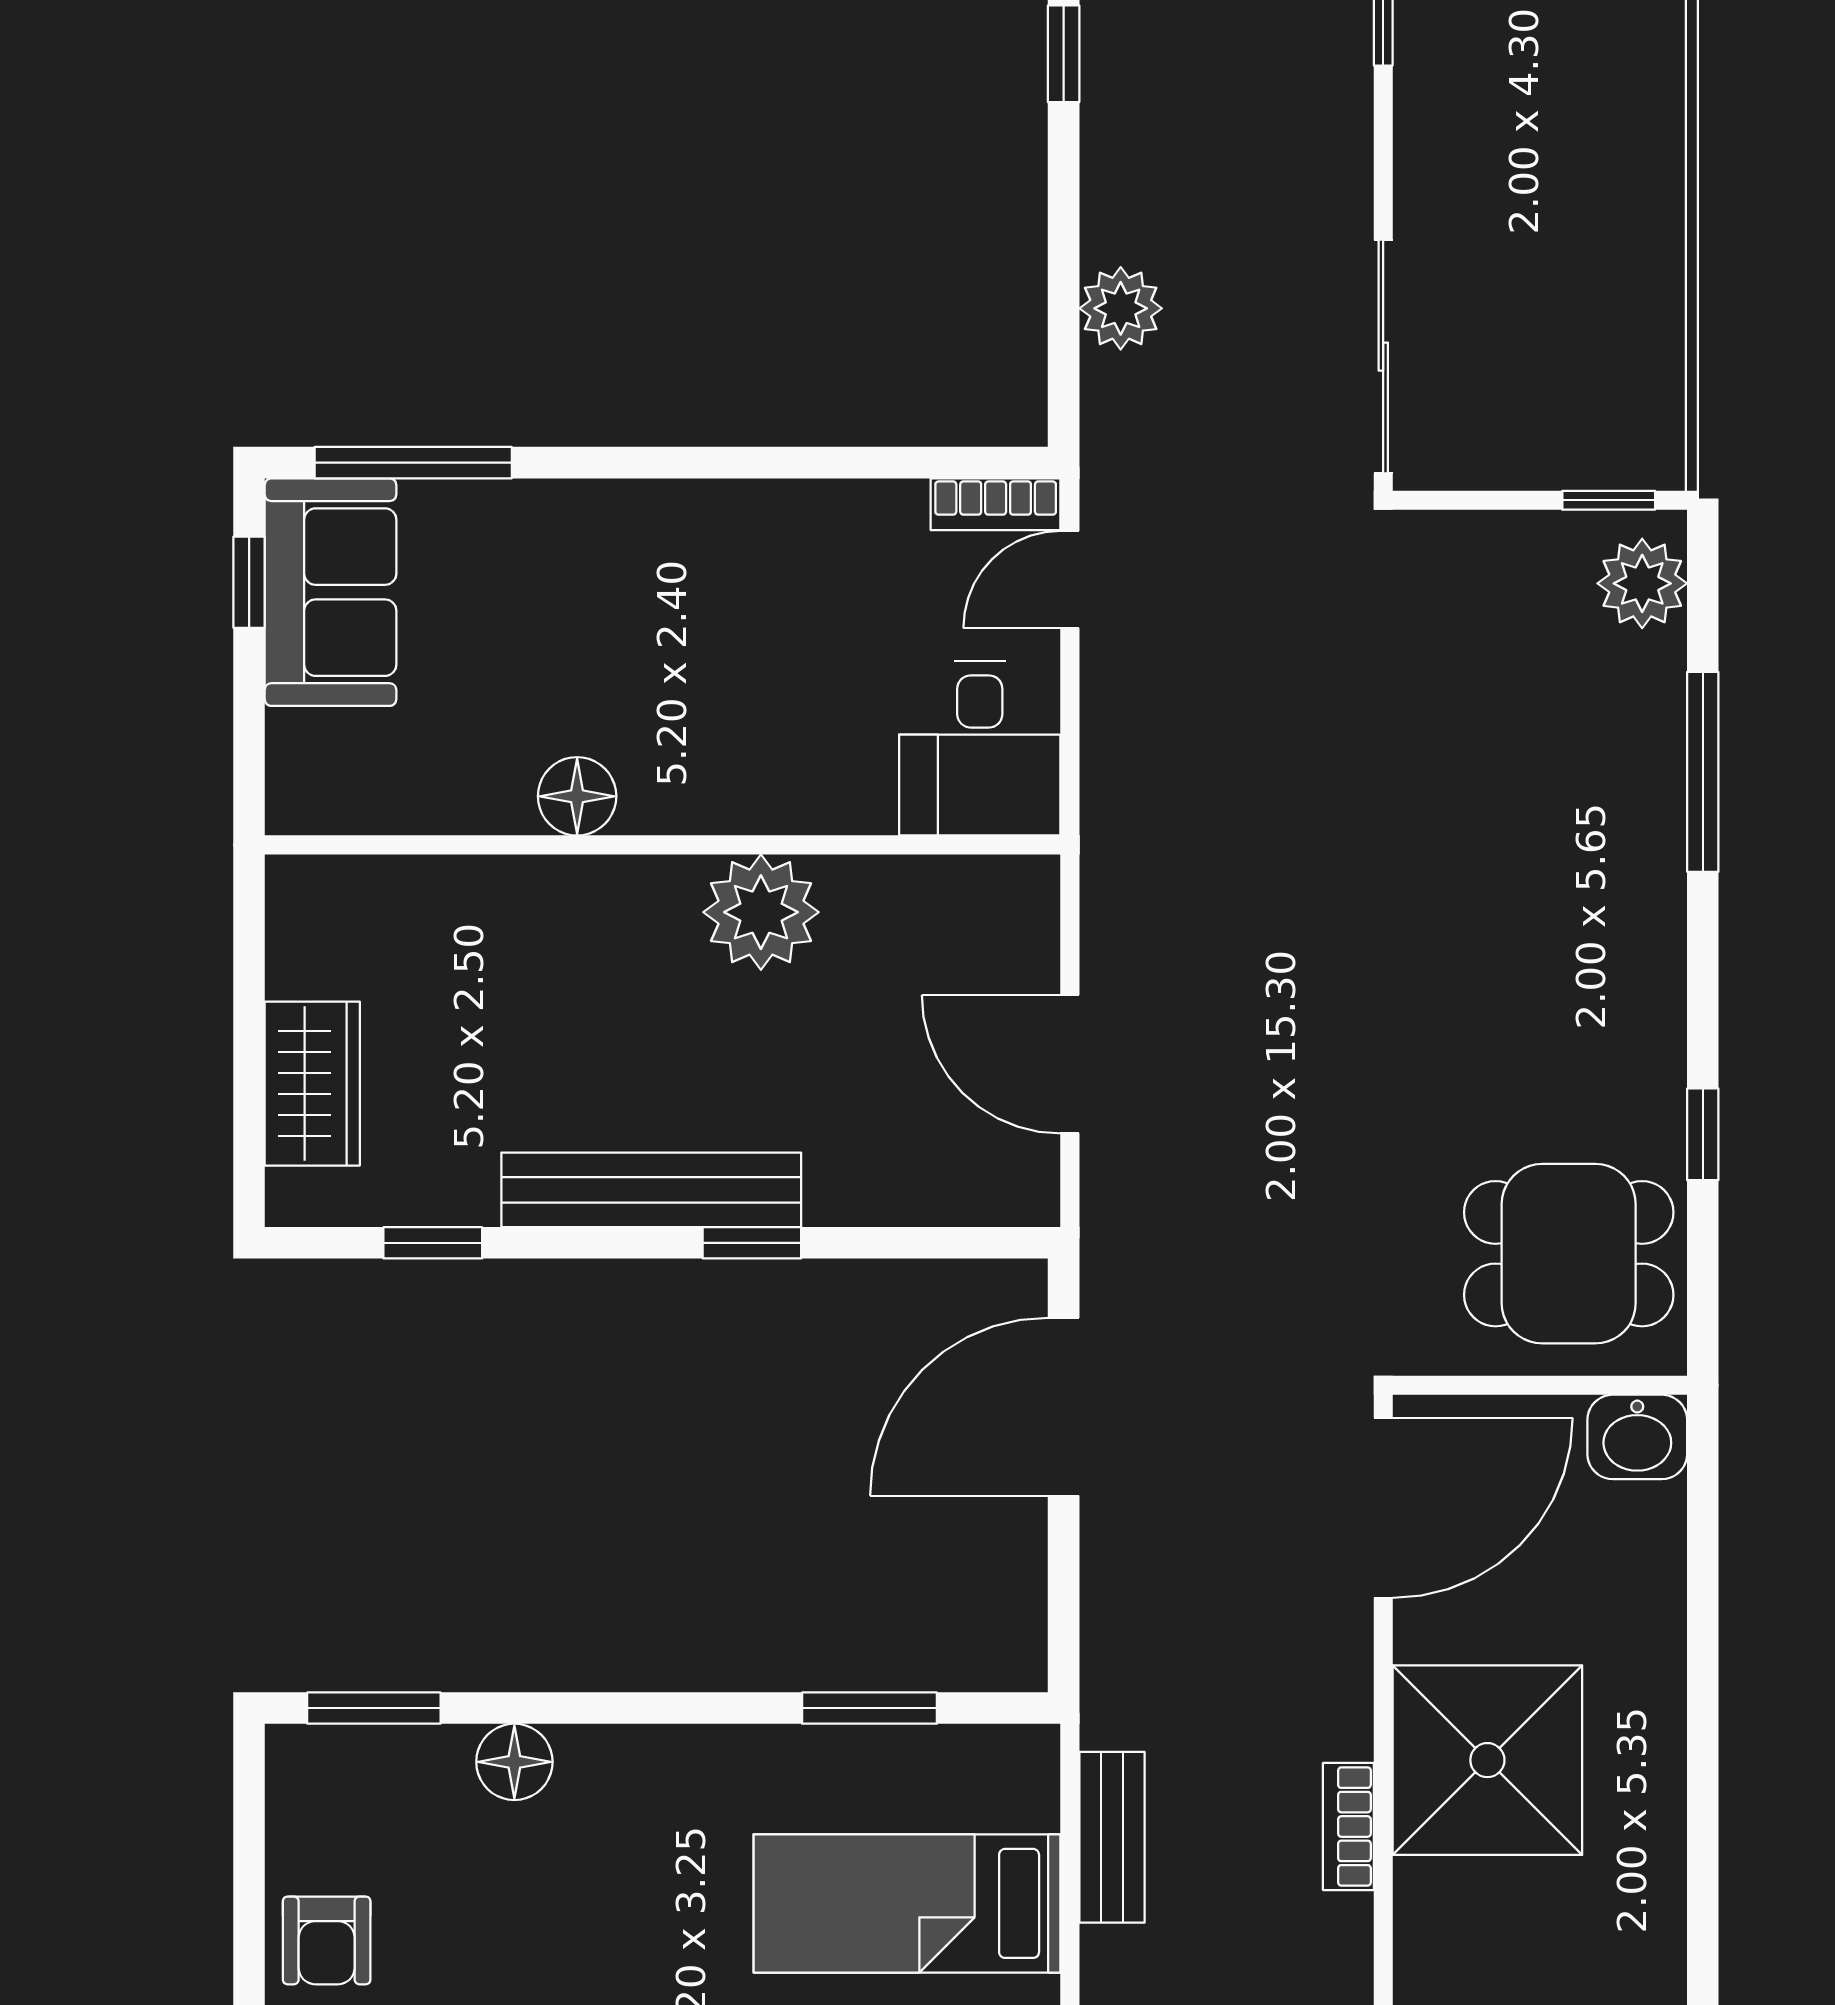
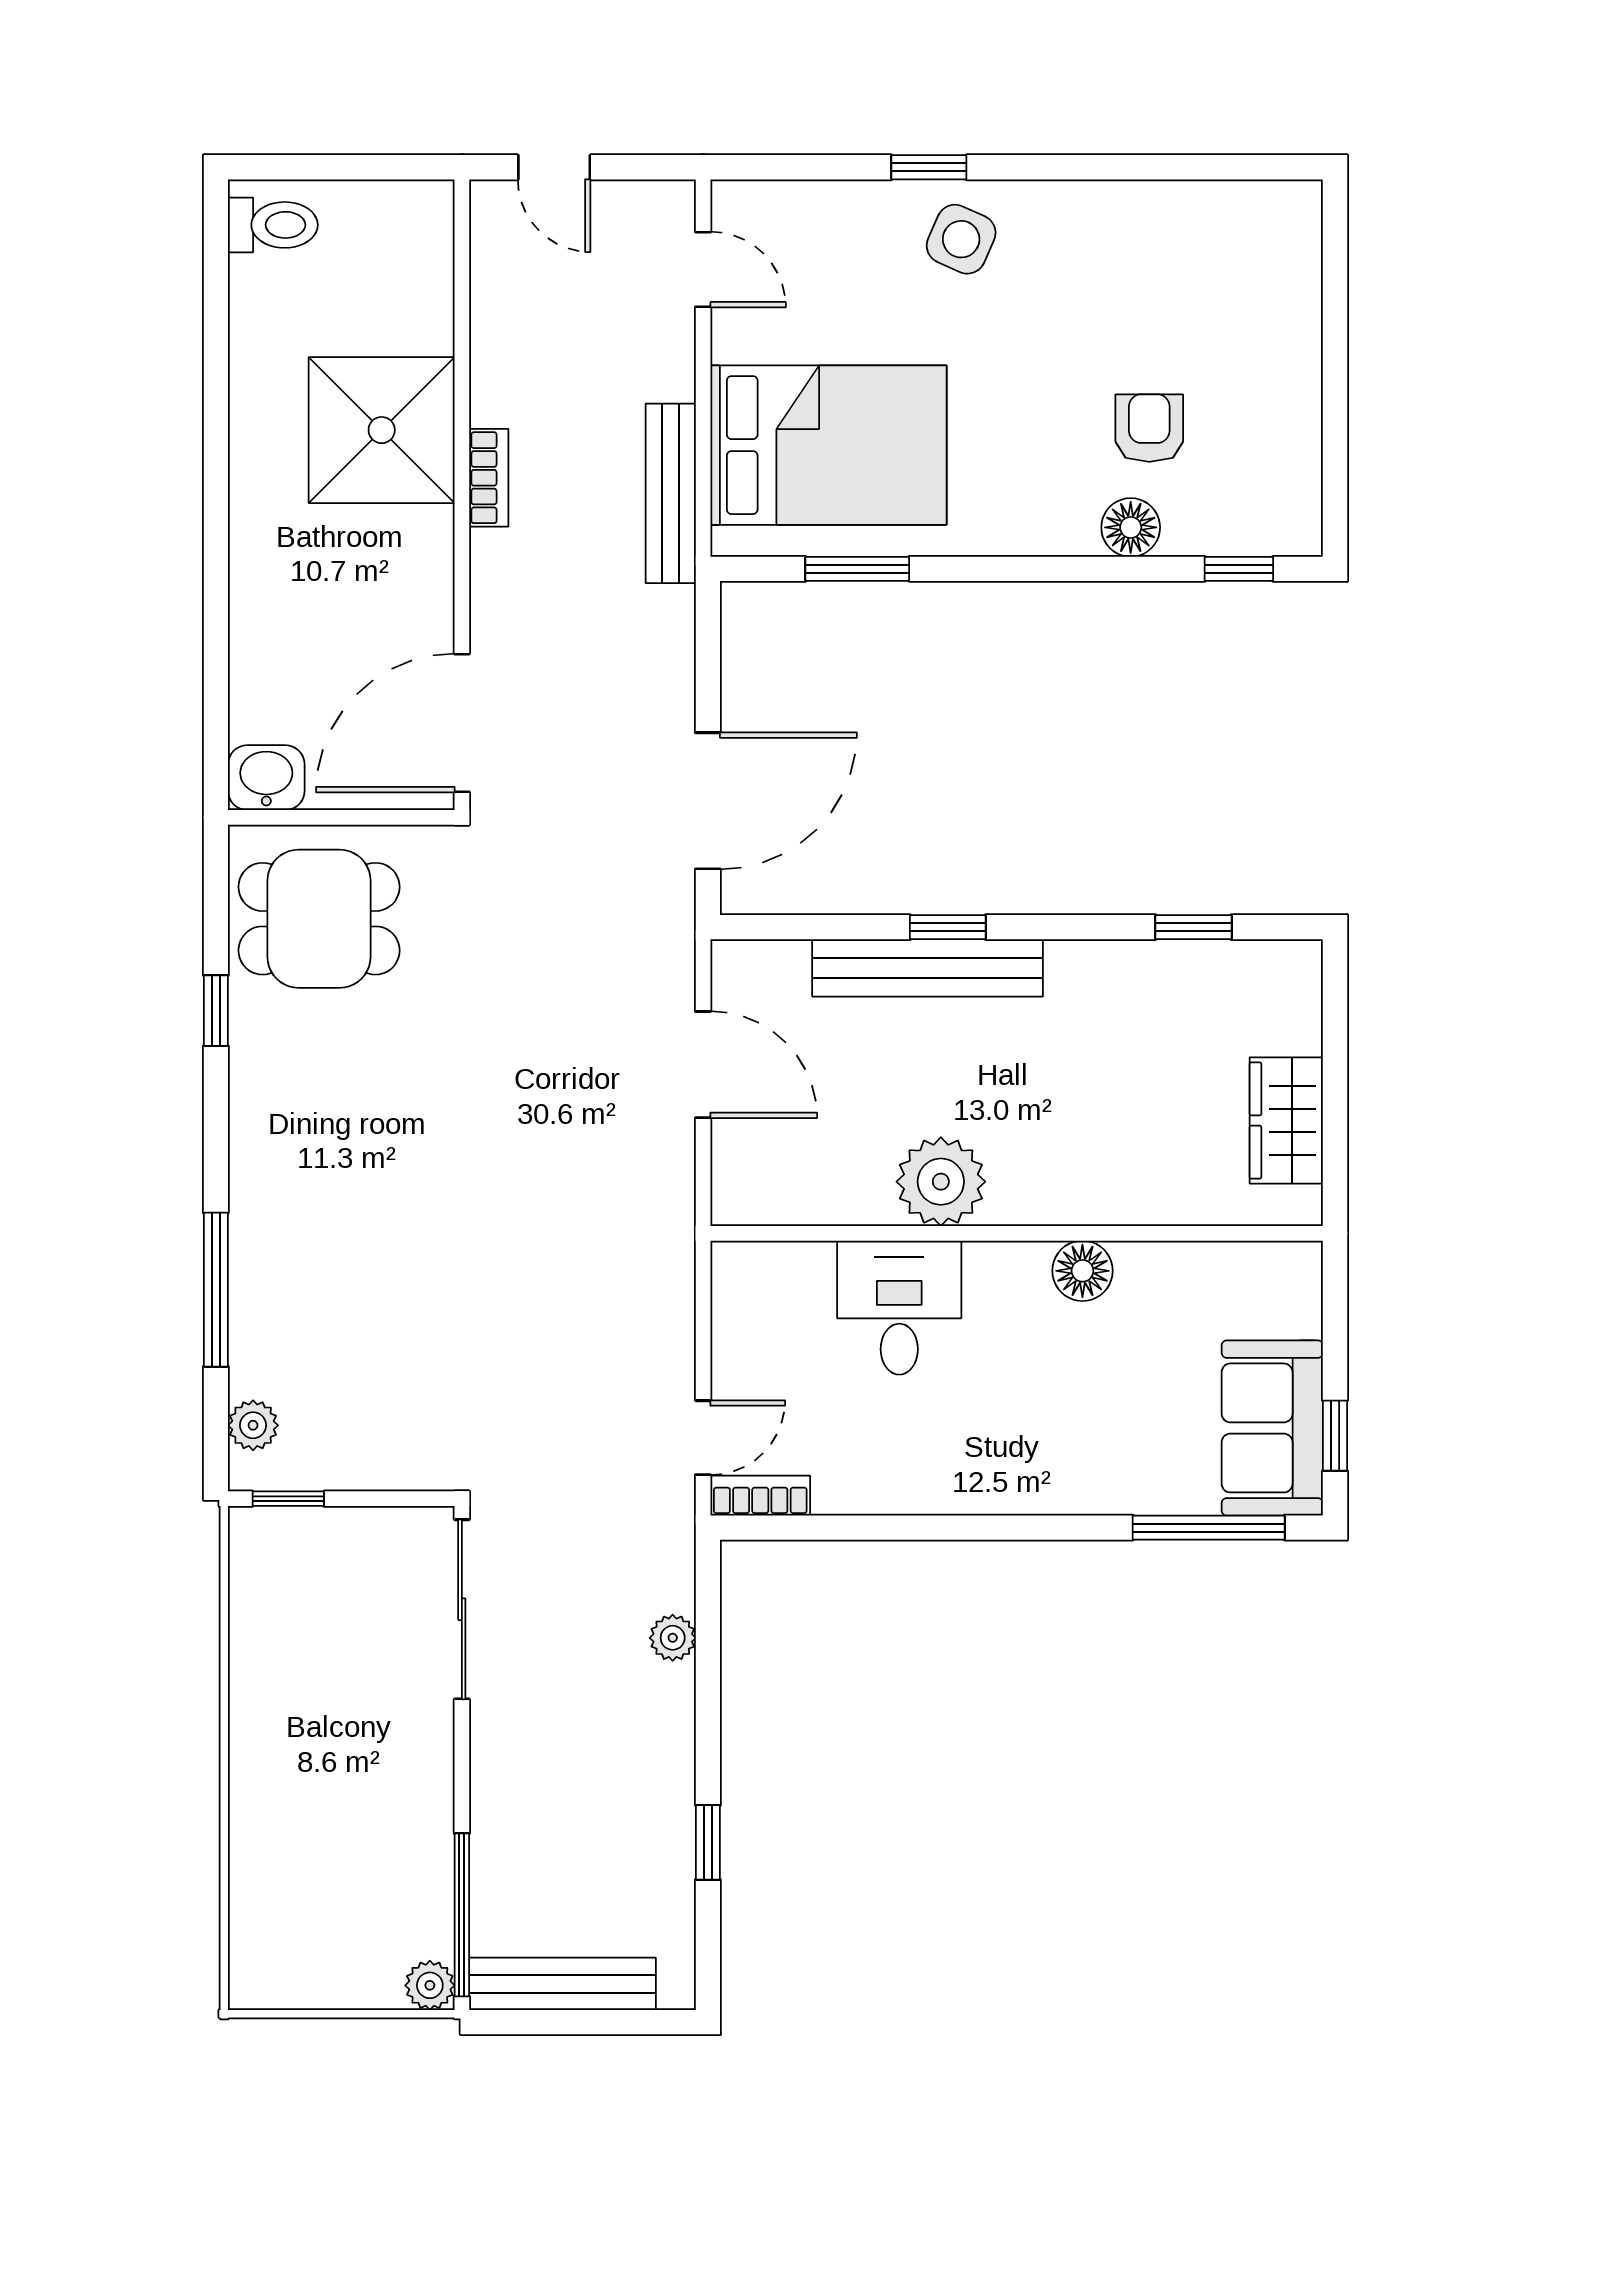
plant: (1121, 308) -> (673, 1638), width x0.73, depth x0.73
plant: (1642, 583) -> (253, 1425), width x0.73, depth x0.73
desk: (980, 748) -> (899, 1308), moved
wardrobe: (312, 1084) -> (1286, 1121), moved
bench: (651, 1190) -> (928, 968), moved
window: (374, 1708) -> (1239, 569), width x0.67
shower: (1487, 1760) -> (382, 430), moved
bench: (1112, 1837) -> (671, 493), width x1.36
bed: (907, 1903) -> (828, 445), width x1.50
armchair: (327, 1940) -> (1149, 428), moved

